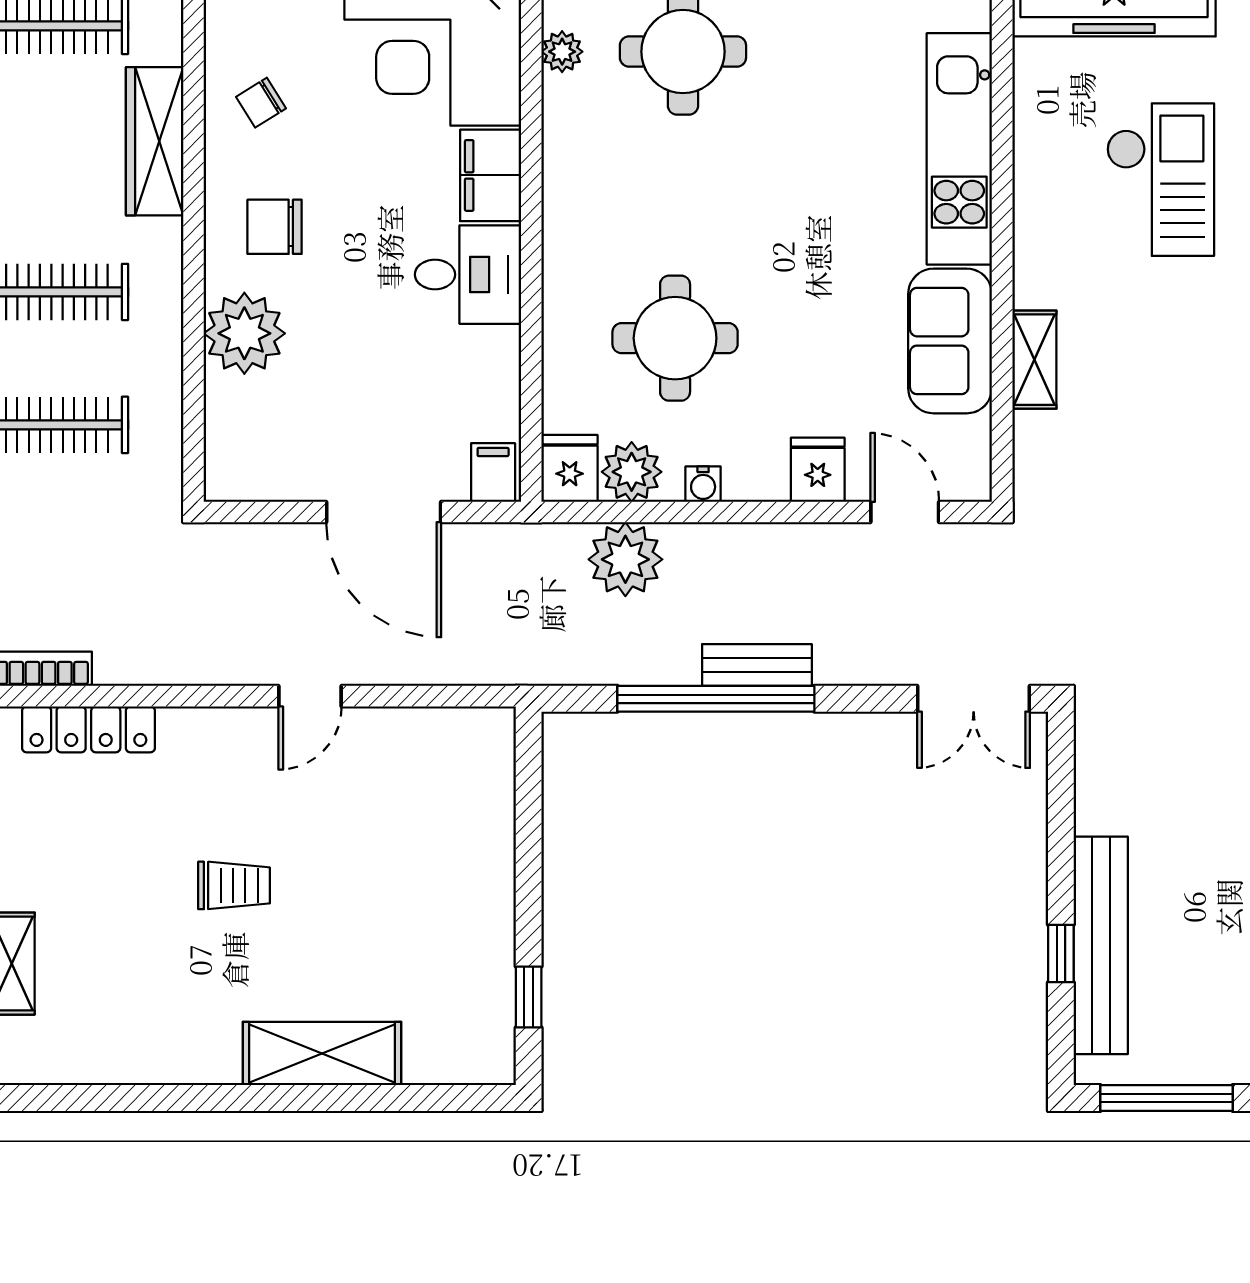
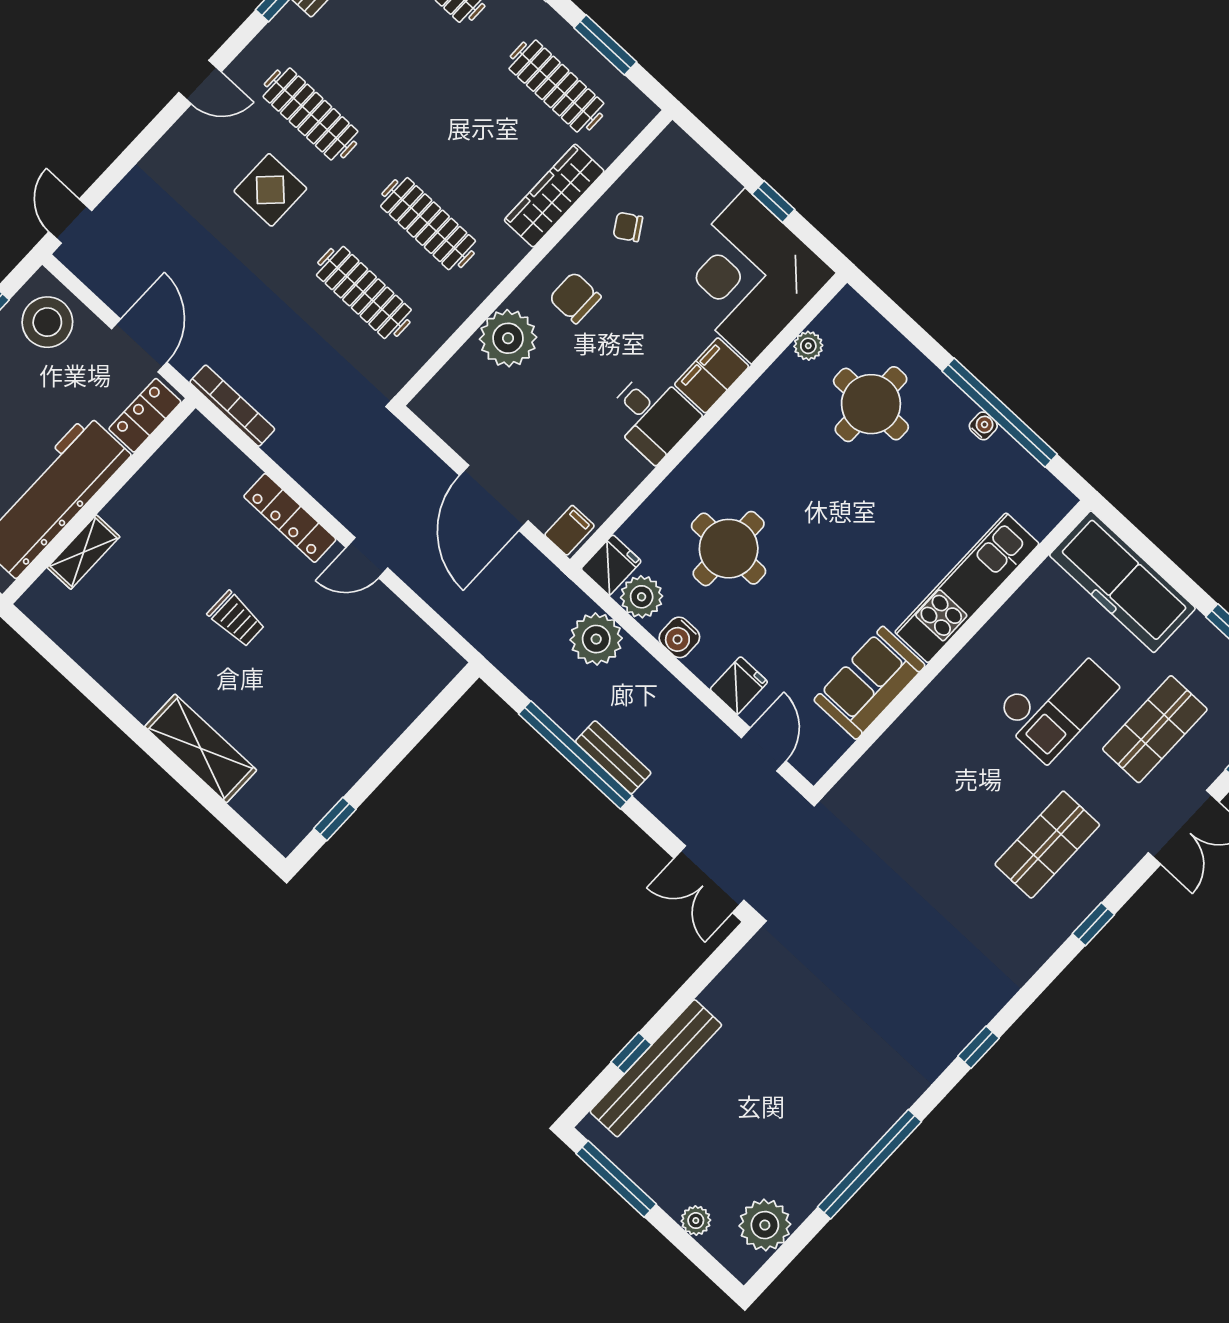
shelving: (1034, 360) -> (904, 733), removed
water cooler: (703, 484) -> (679, 637), width x1.38, depth x1.38
locker: (88, 729) -> (290, 518), moved

